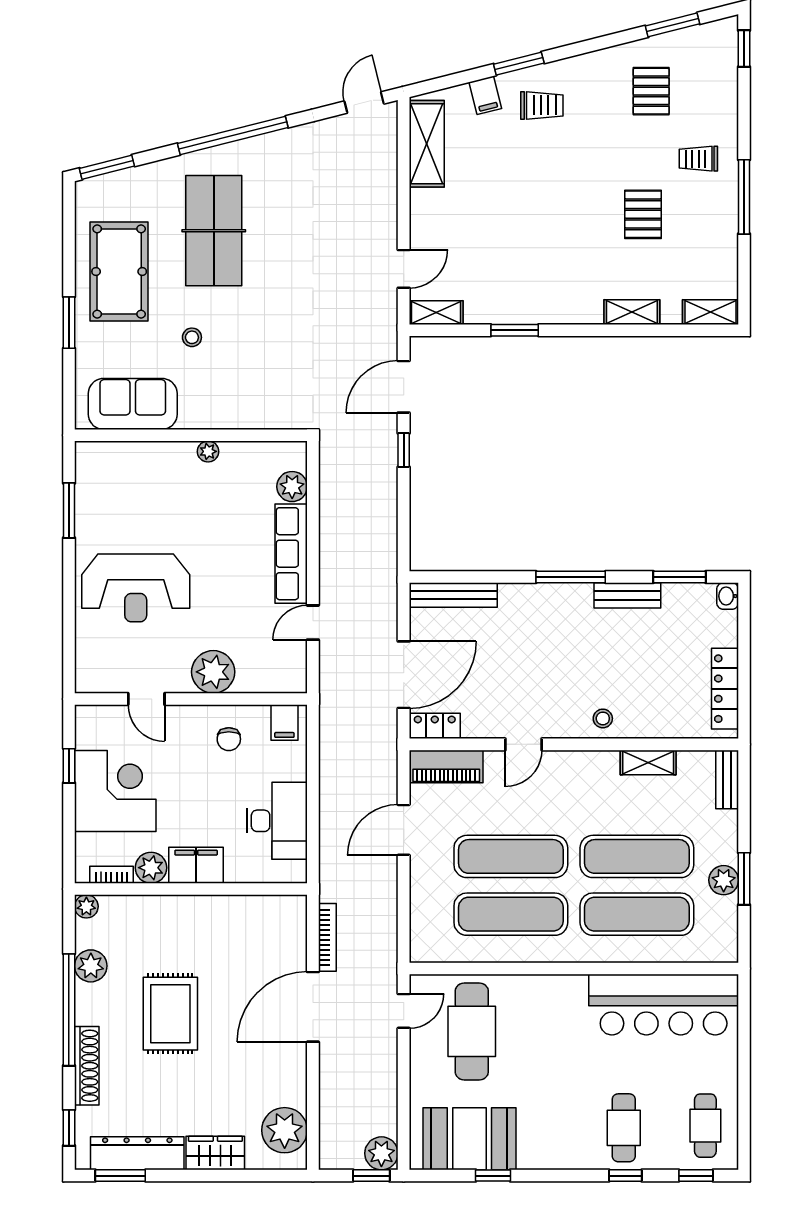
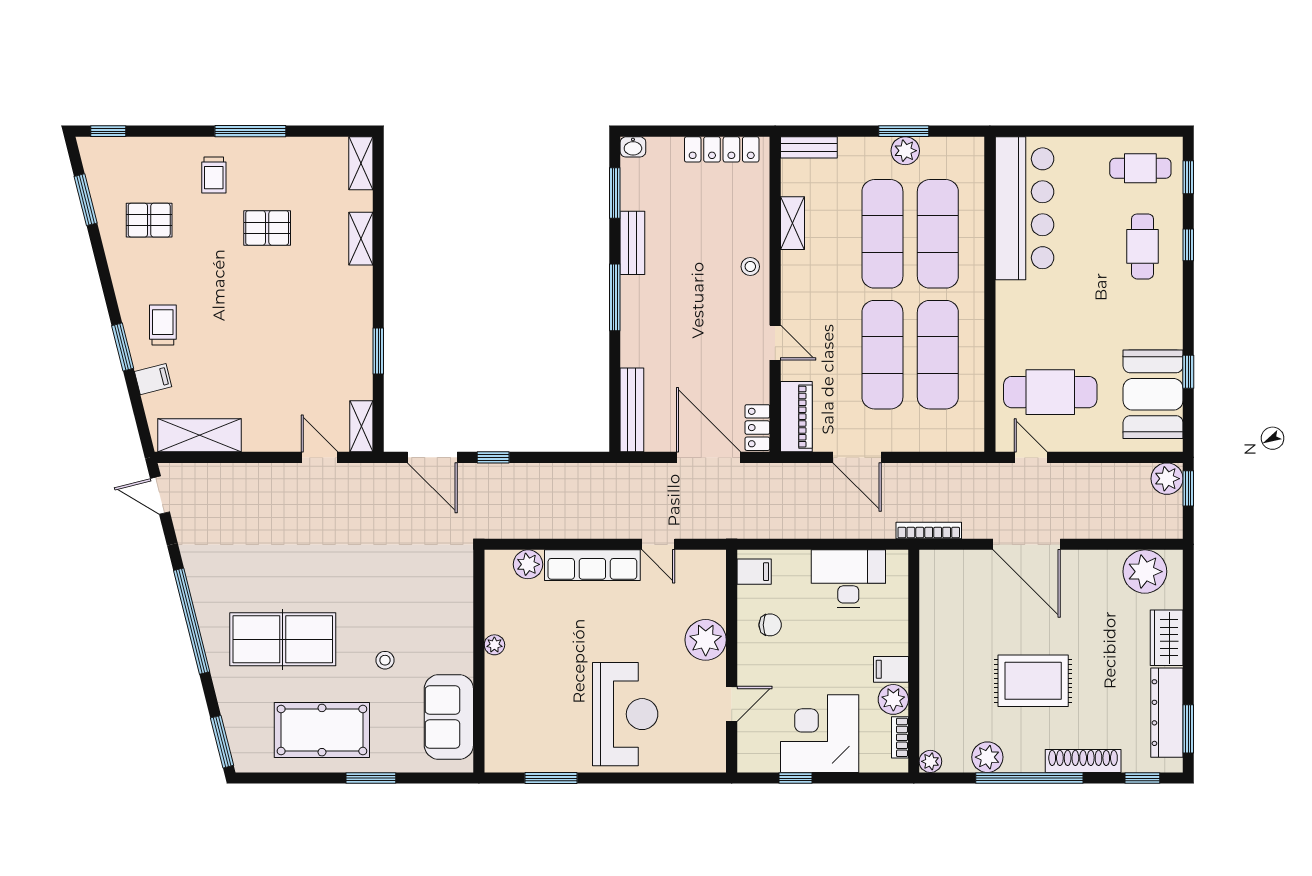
filing cabinet: (196, 865) -> (891, 669), width x0.50
bookcase: (327, 937) -> (929, 531), moved
cafe table: (624, 1128) -> (1143, 246), turned 90

